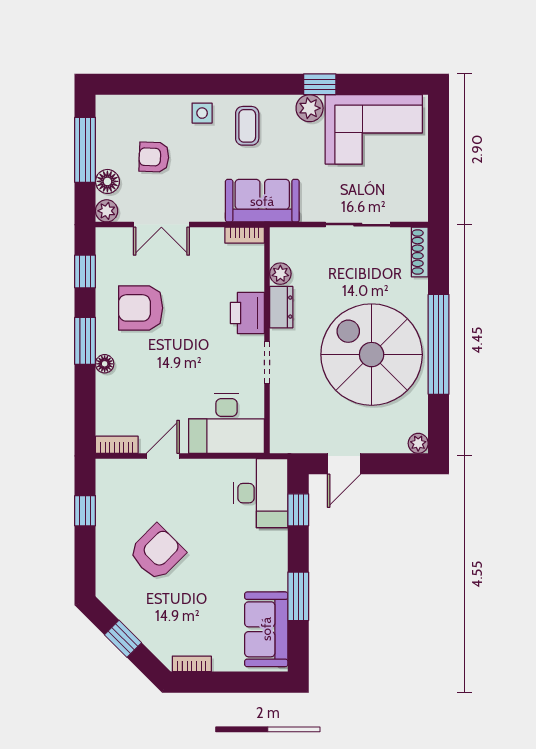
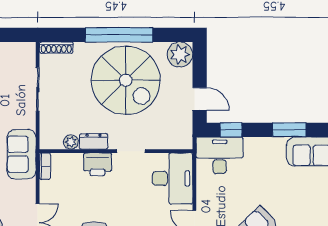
spiral stairs: (372, 355) -> (126, 80), turned -90
plant: (418, 443) -> (180, 55), width x1.88, depth x1.88

